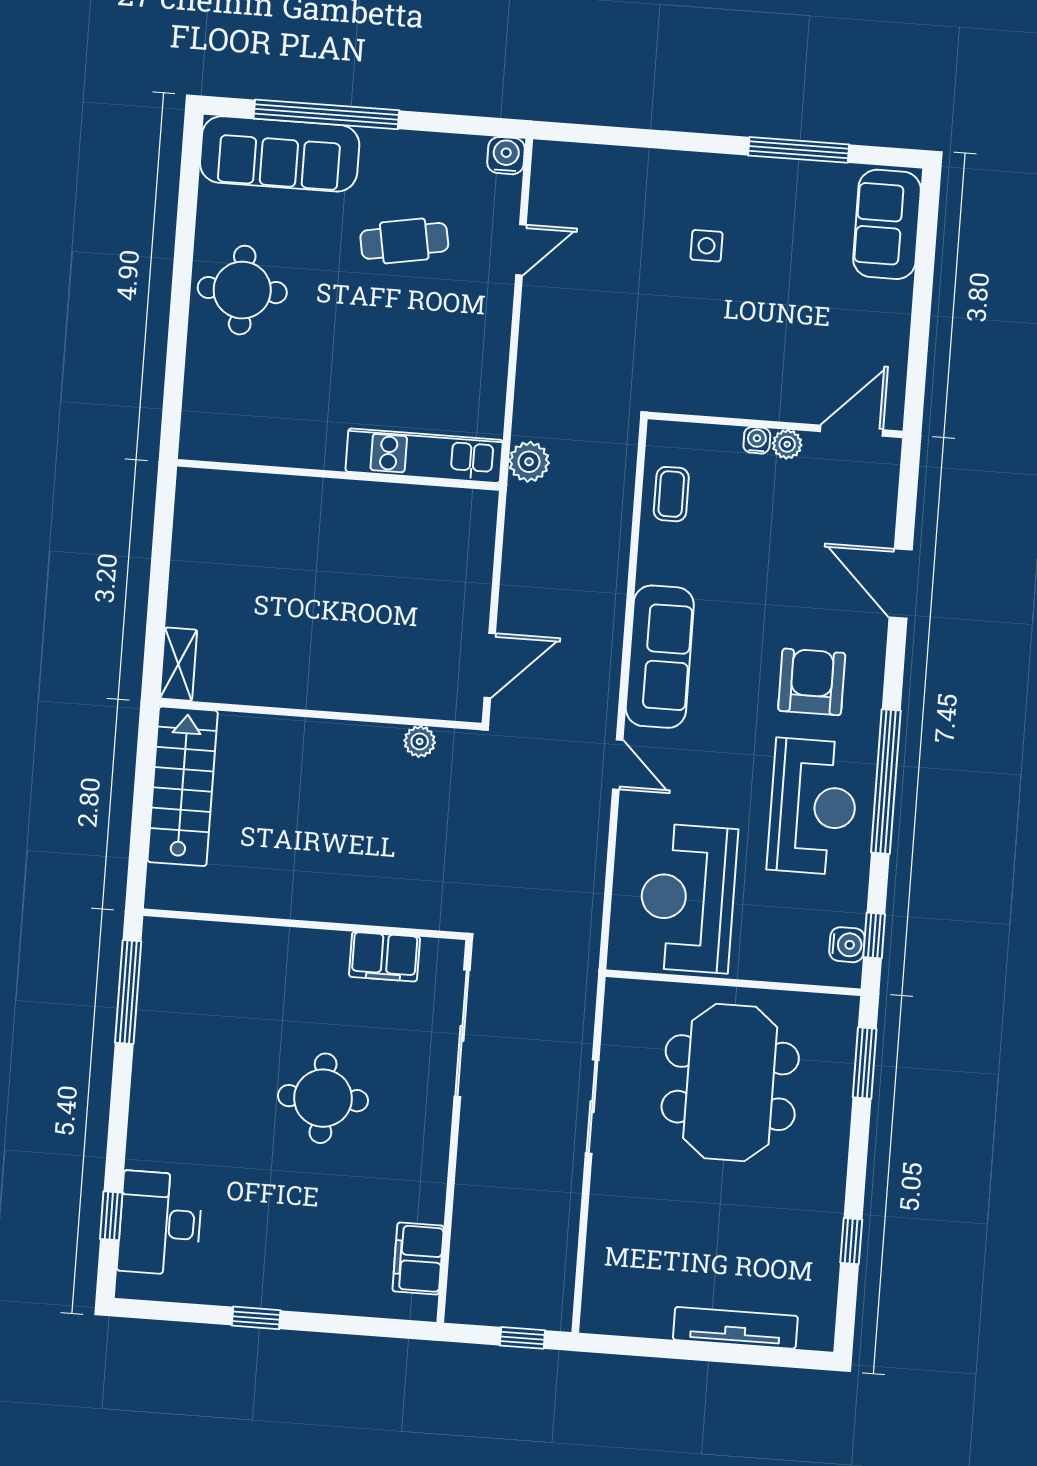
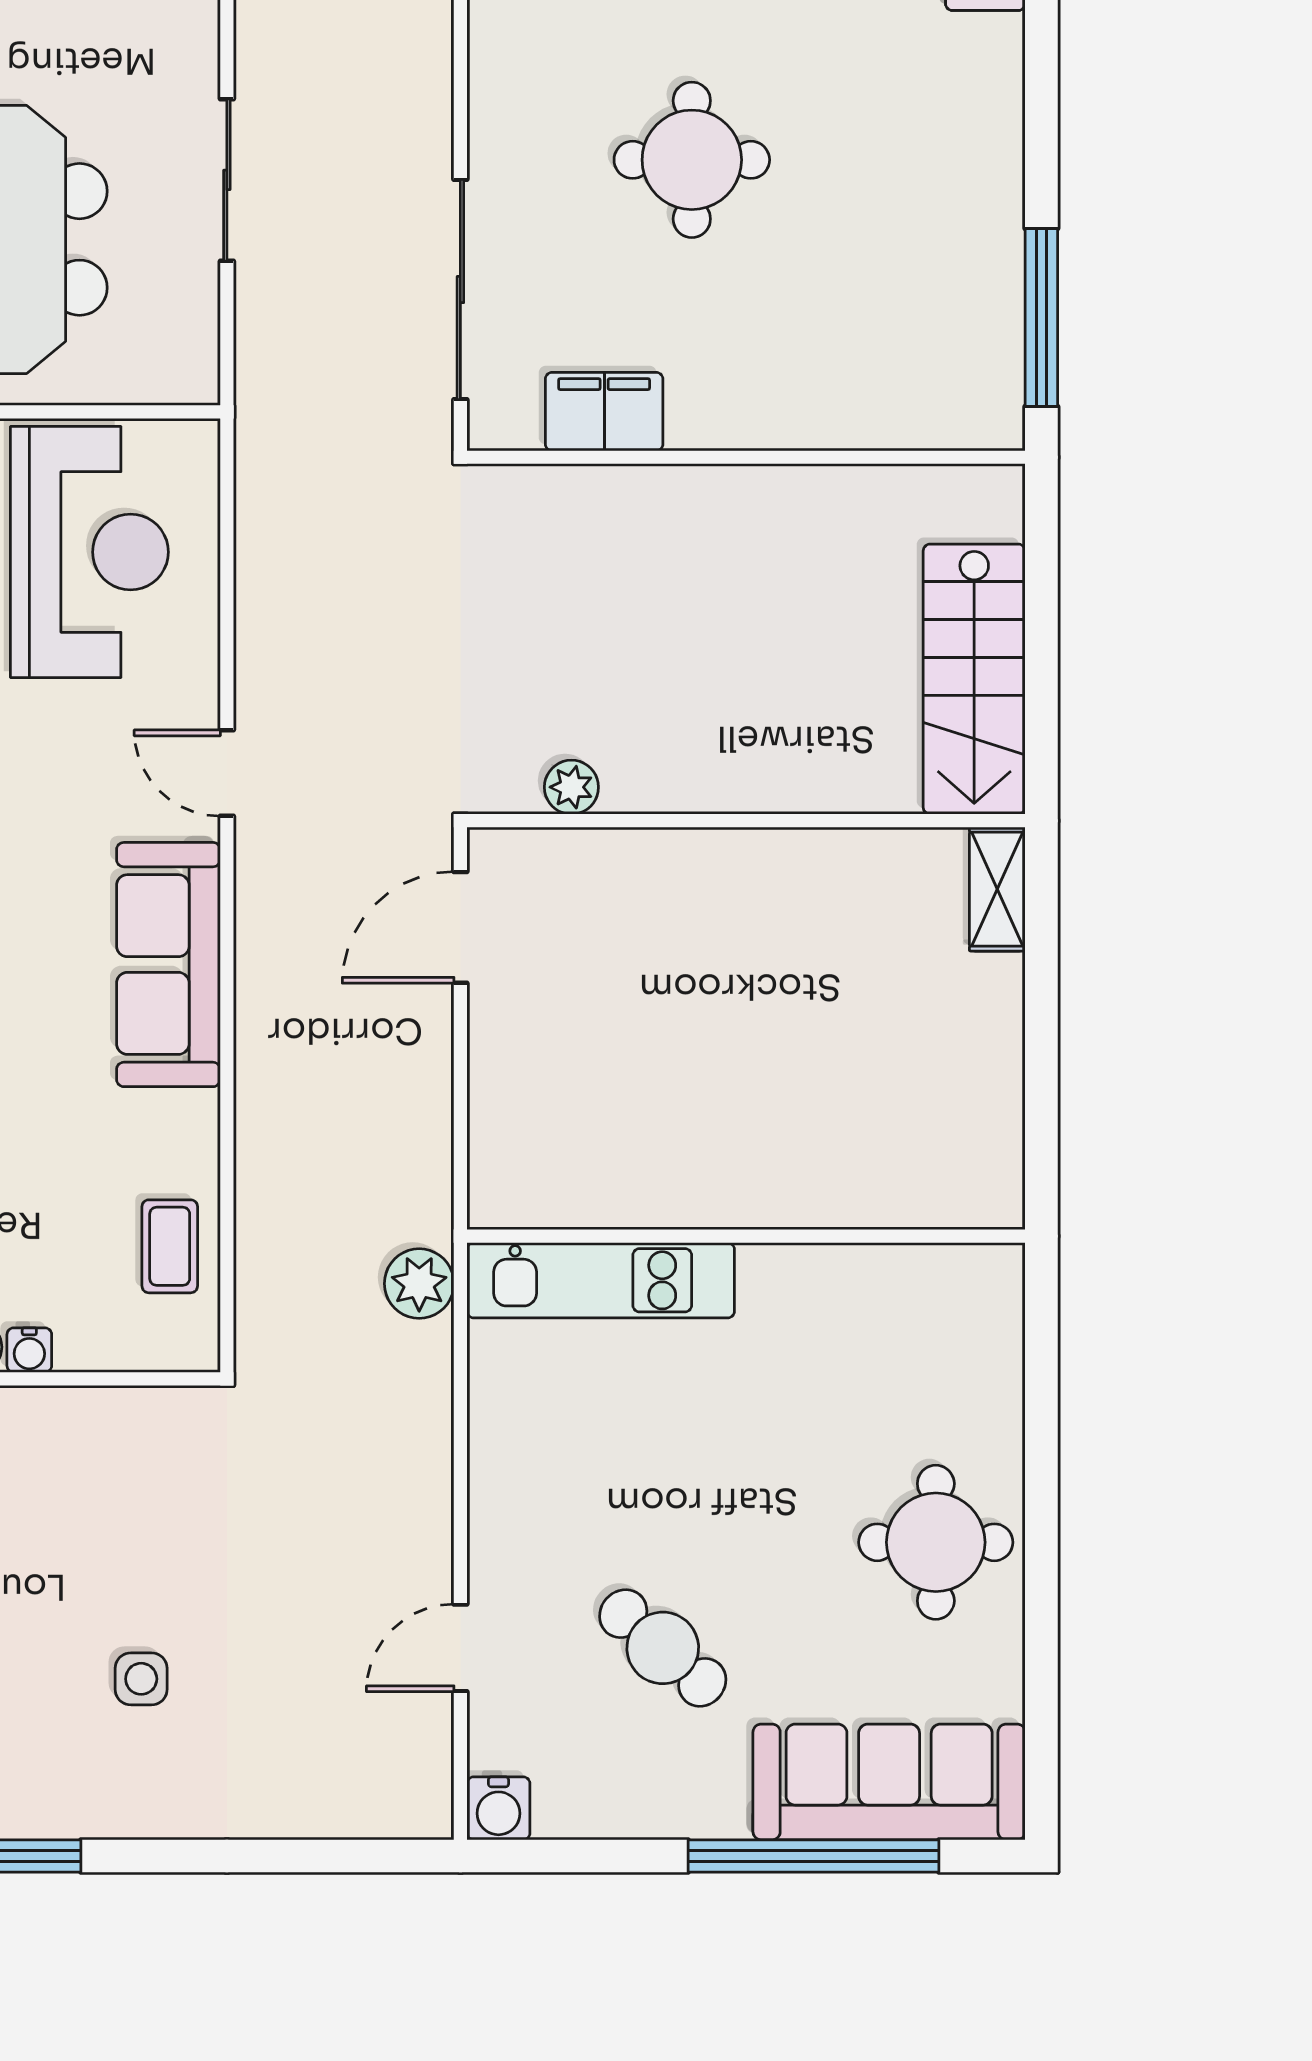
cafe table: (404, 241) -> (663, 1648), turned 51

